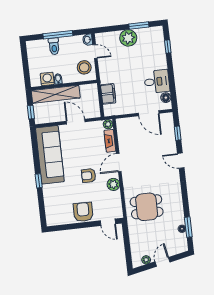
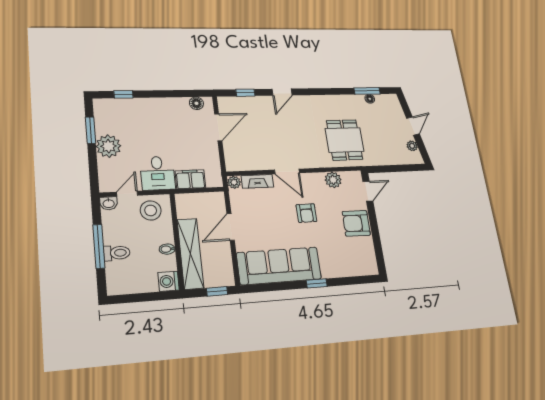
washing machine: (47, 79) -> (169, 281), moved
desk: (157, 82) -> (158, 173), moved, turned 180
plant: (113, 184) -> (333, 180), moved
door: (162, 262) -> (413, 126), swing flipped

